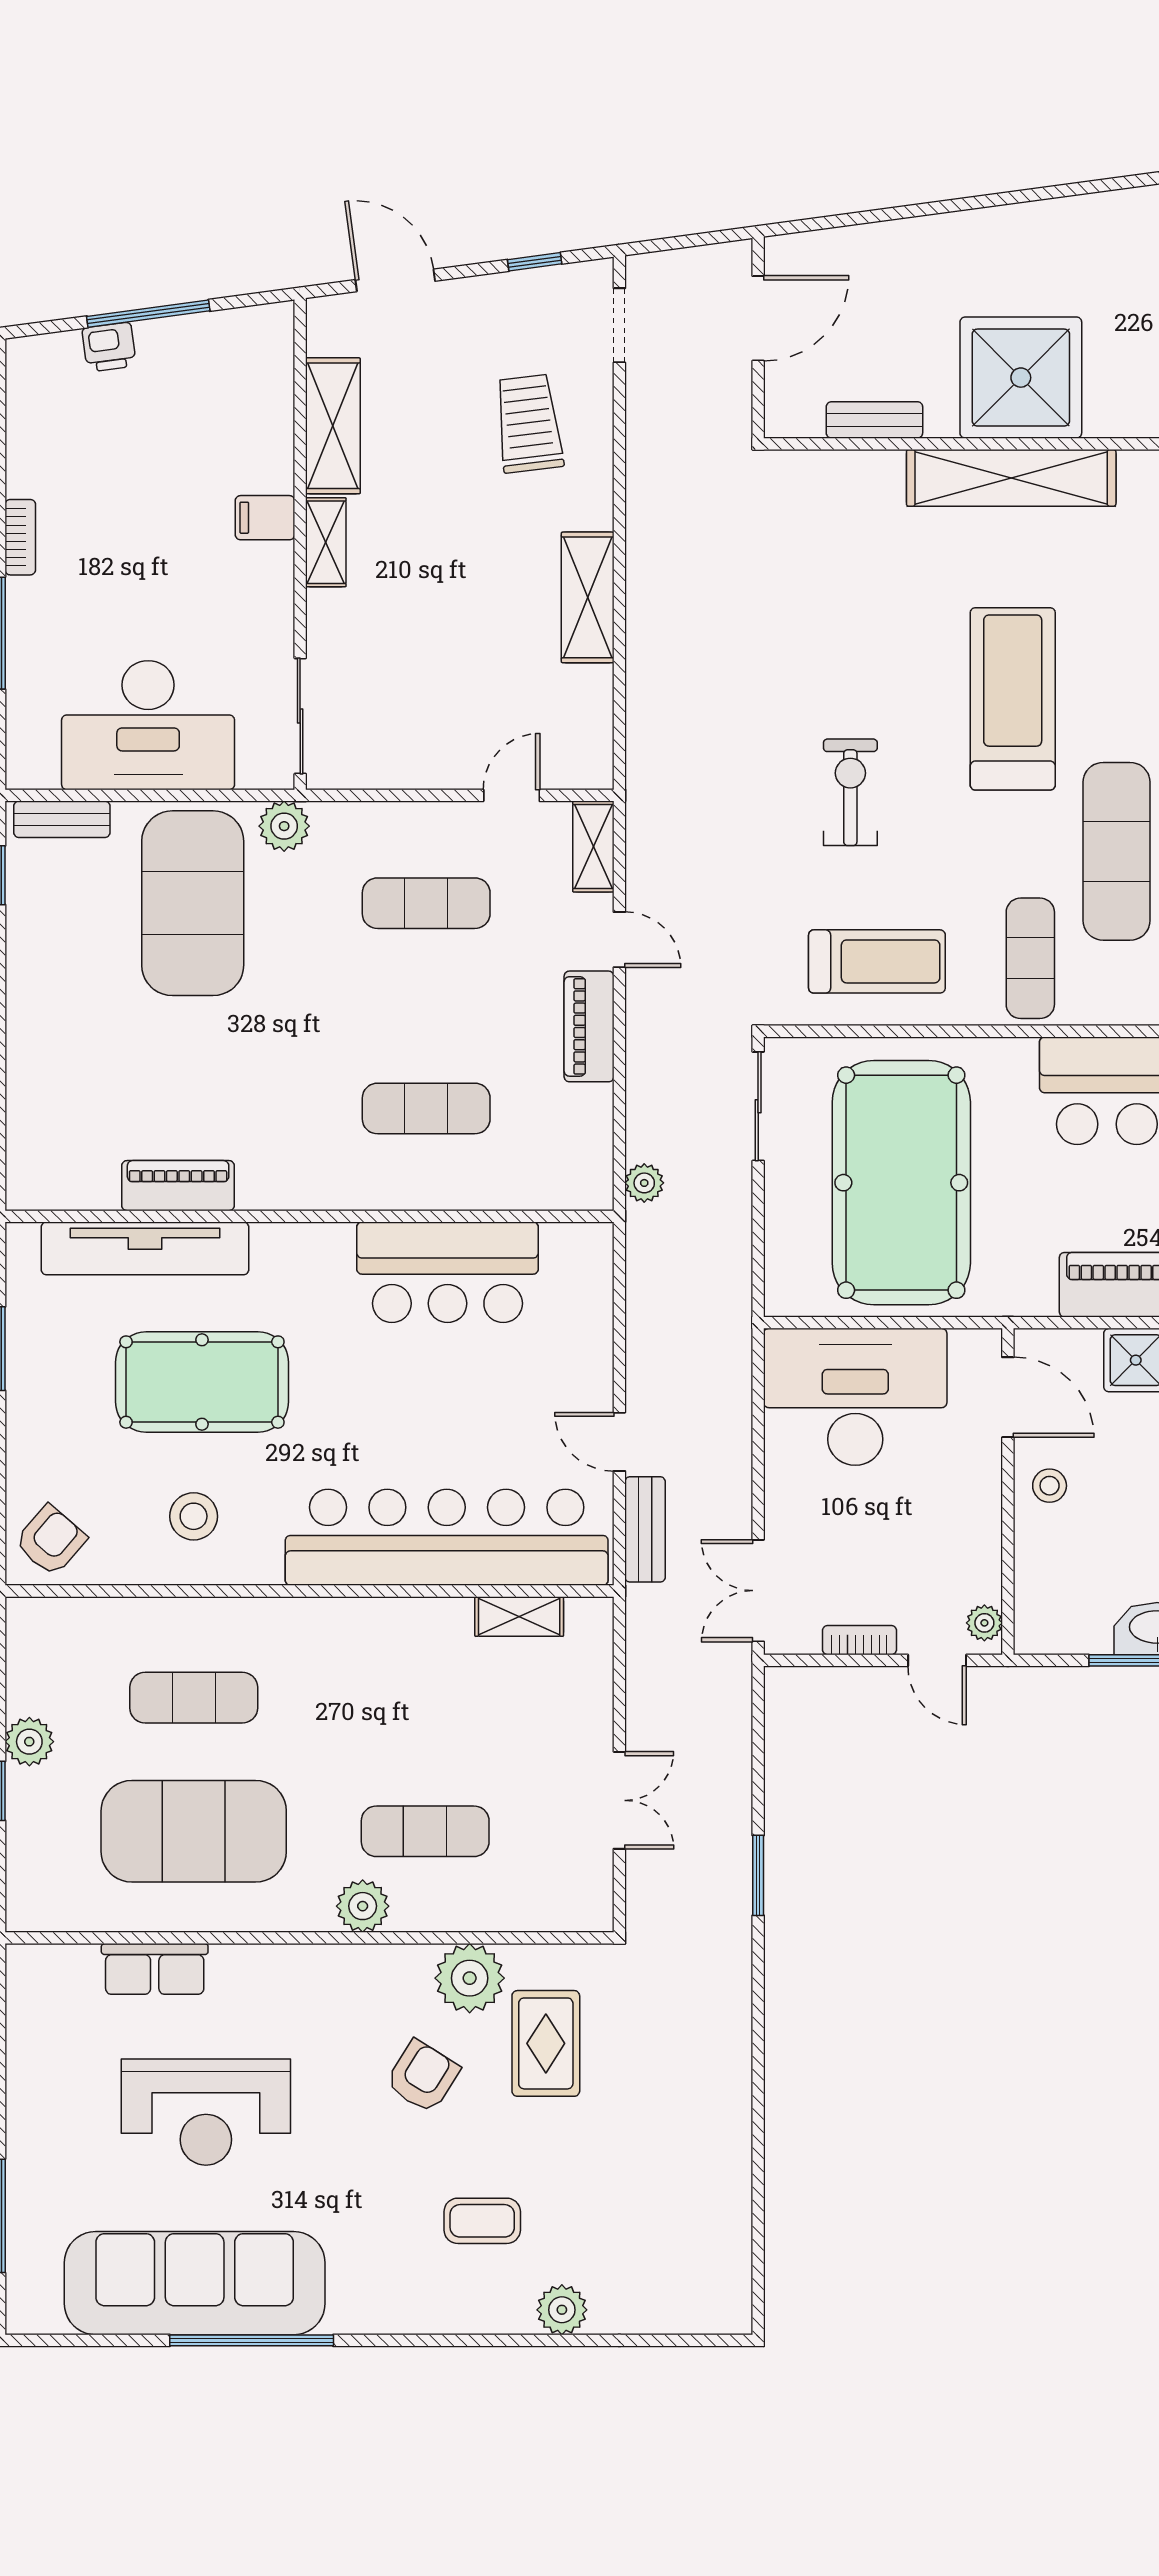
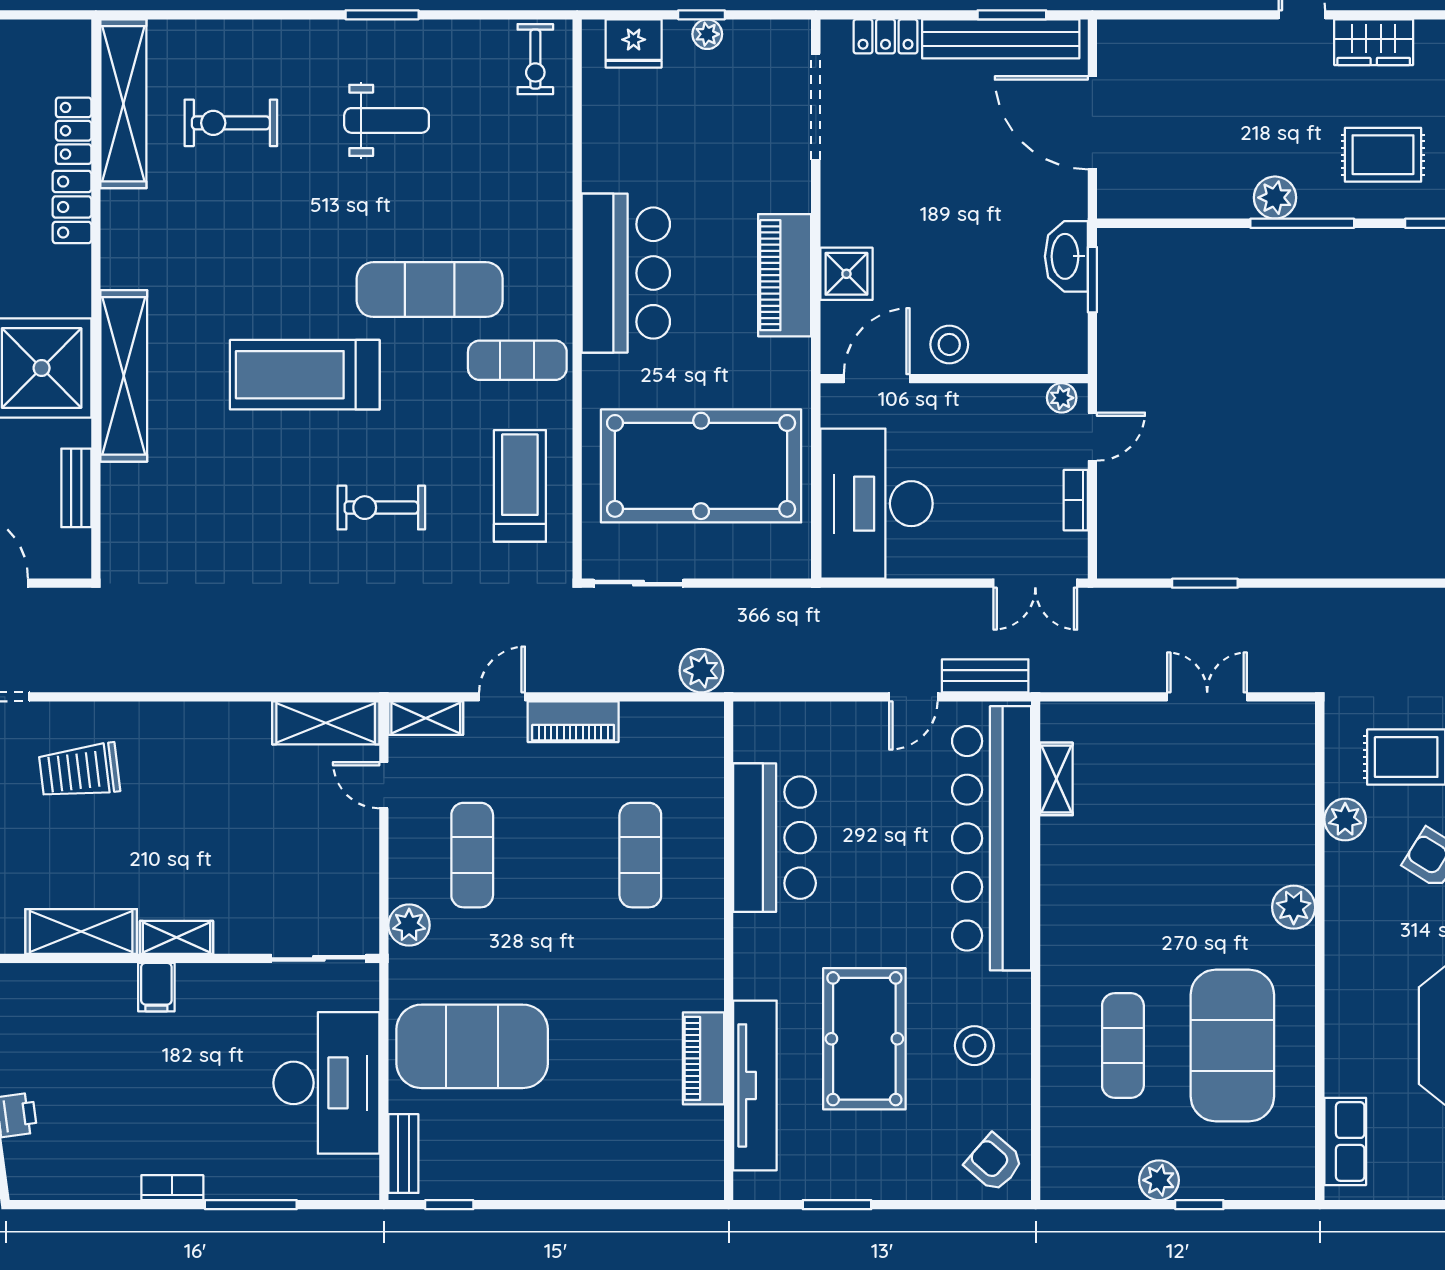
shelving: (588, 597) -> (326, 723), moved
plant: (284, 826) -> (409, 925), moved
plant: (644, 1183) -> (701, 671), width x1.38, depth x1.38
stool: (1050, 1486) -> (949, 344), width x1.37, depth x1.37
exercise mat: (425, 1831) -> (1232, 856), removed
window: (758, 1875) -> (1205, 583), moved
row of seats: (155, 1969) -> (1345, 1141), moved
plant: (470, 1978) -> (1345, 820), width x0.73, depth x0.73

